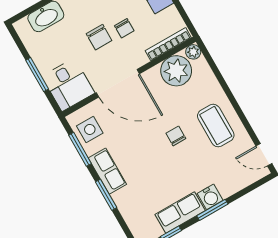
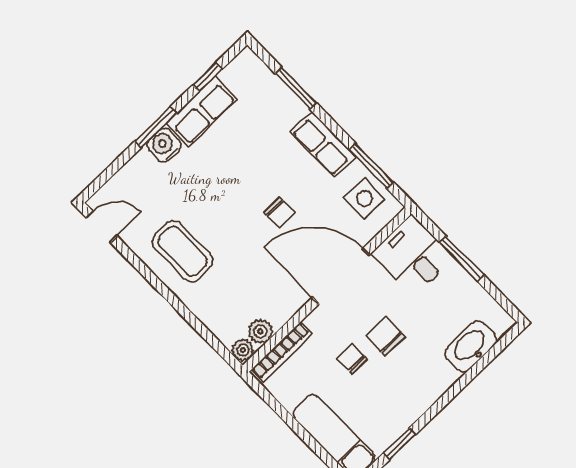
plant: (176, 71) -> (260, 331), width x0.53, depth x0.53
chair: (176, 136) -> (279, 213), moved
window: (106, 195) -> (296, 88), moved

